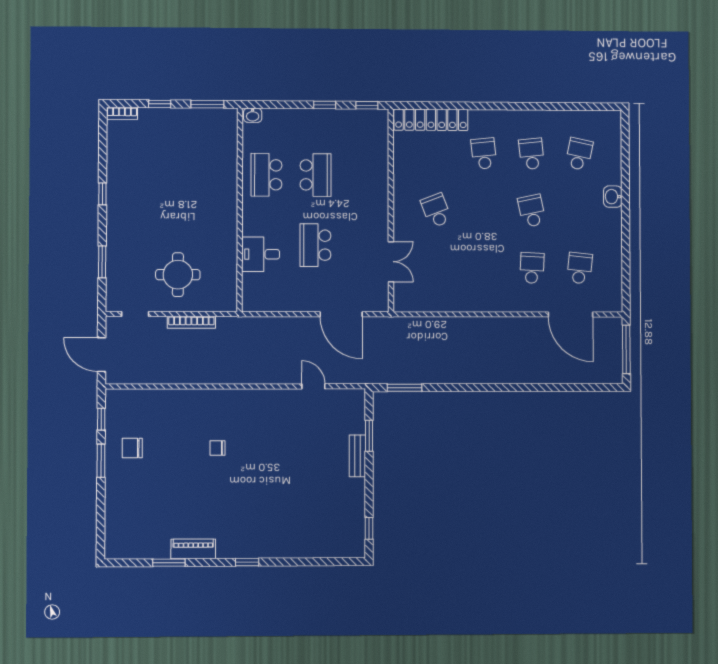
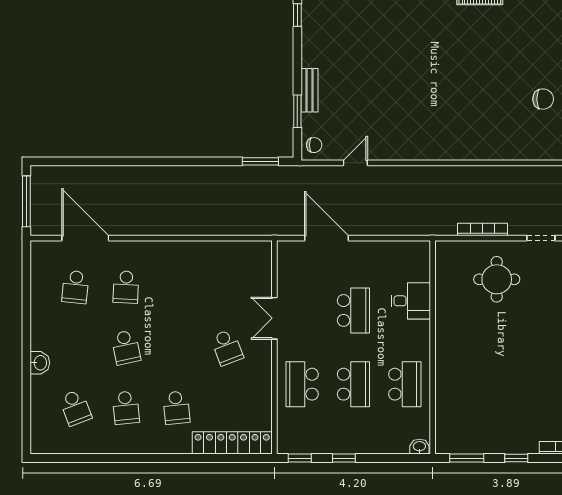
school desk: (579, 154) -> (75, 408), turned -33
school desk: (316, 175) -> (353, 384), turned 180
school desk: (364, 175) -> (302, 384), added
double door: (391, 262) -> (274, 318), moved
door: (313, 386) -> (355, 163), swing flipped
chair: (217, 448) -> (314, 145), moved

